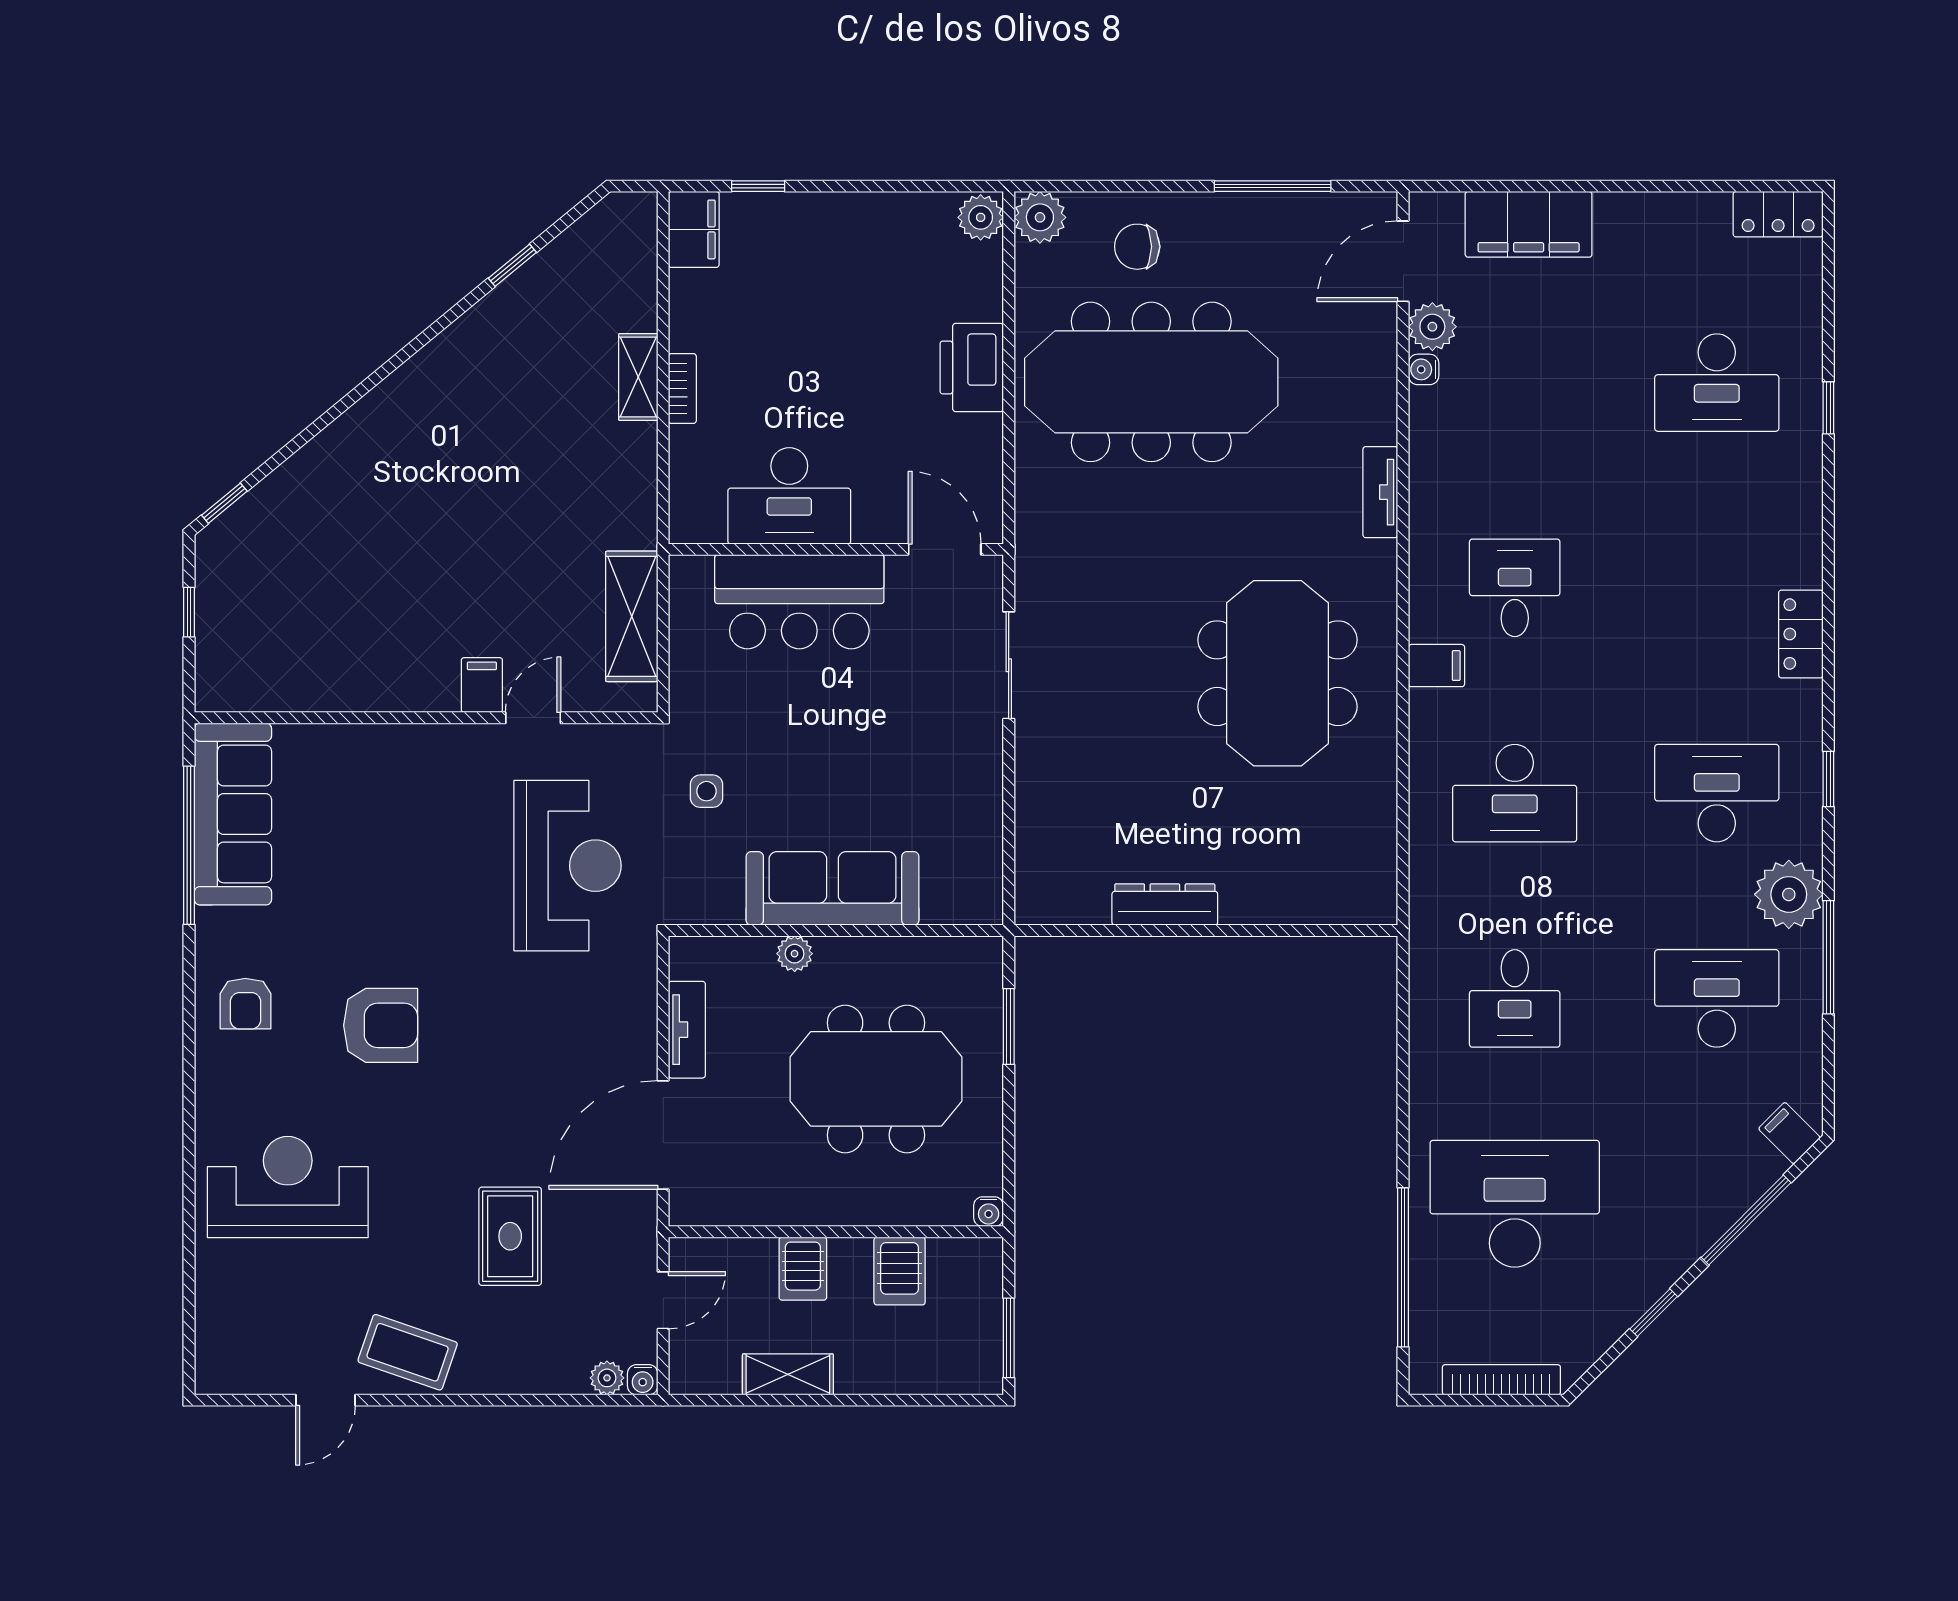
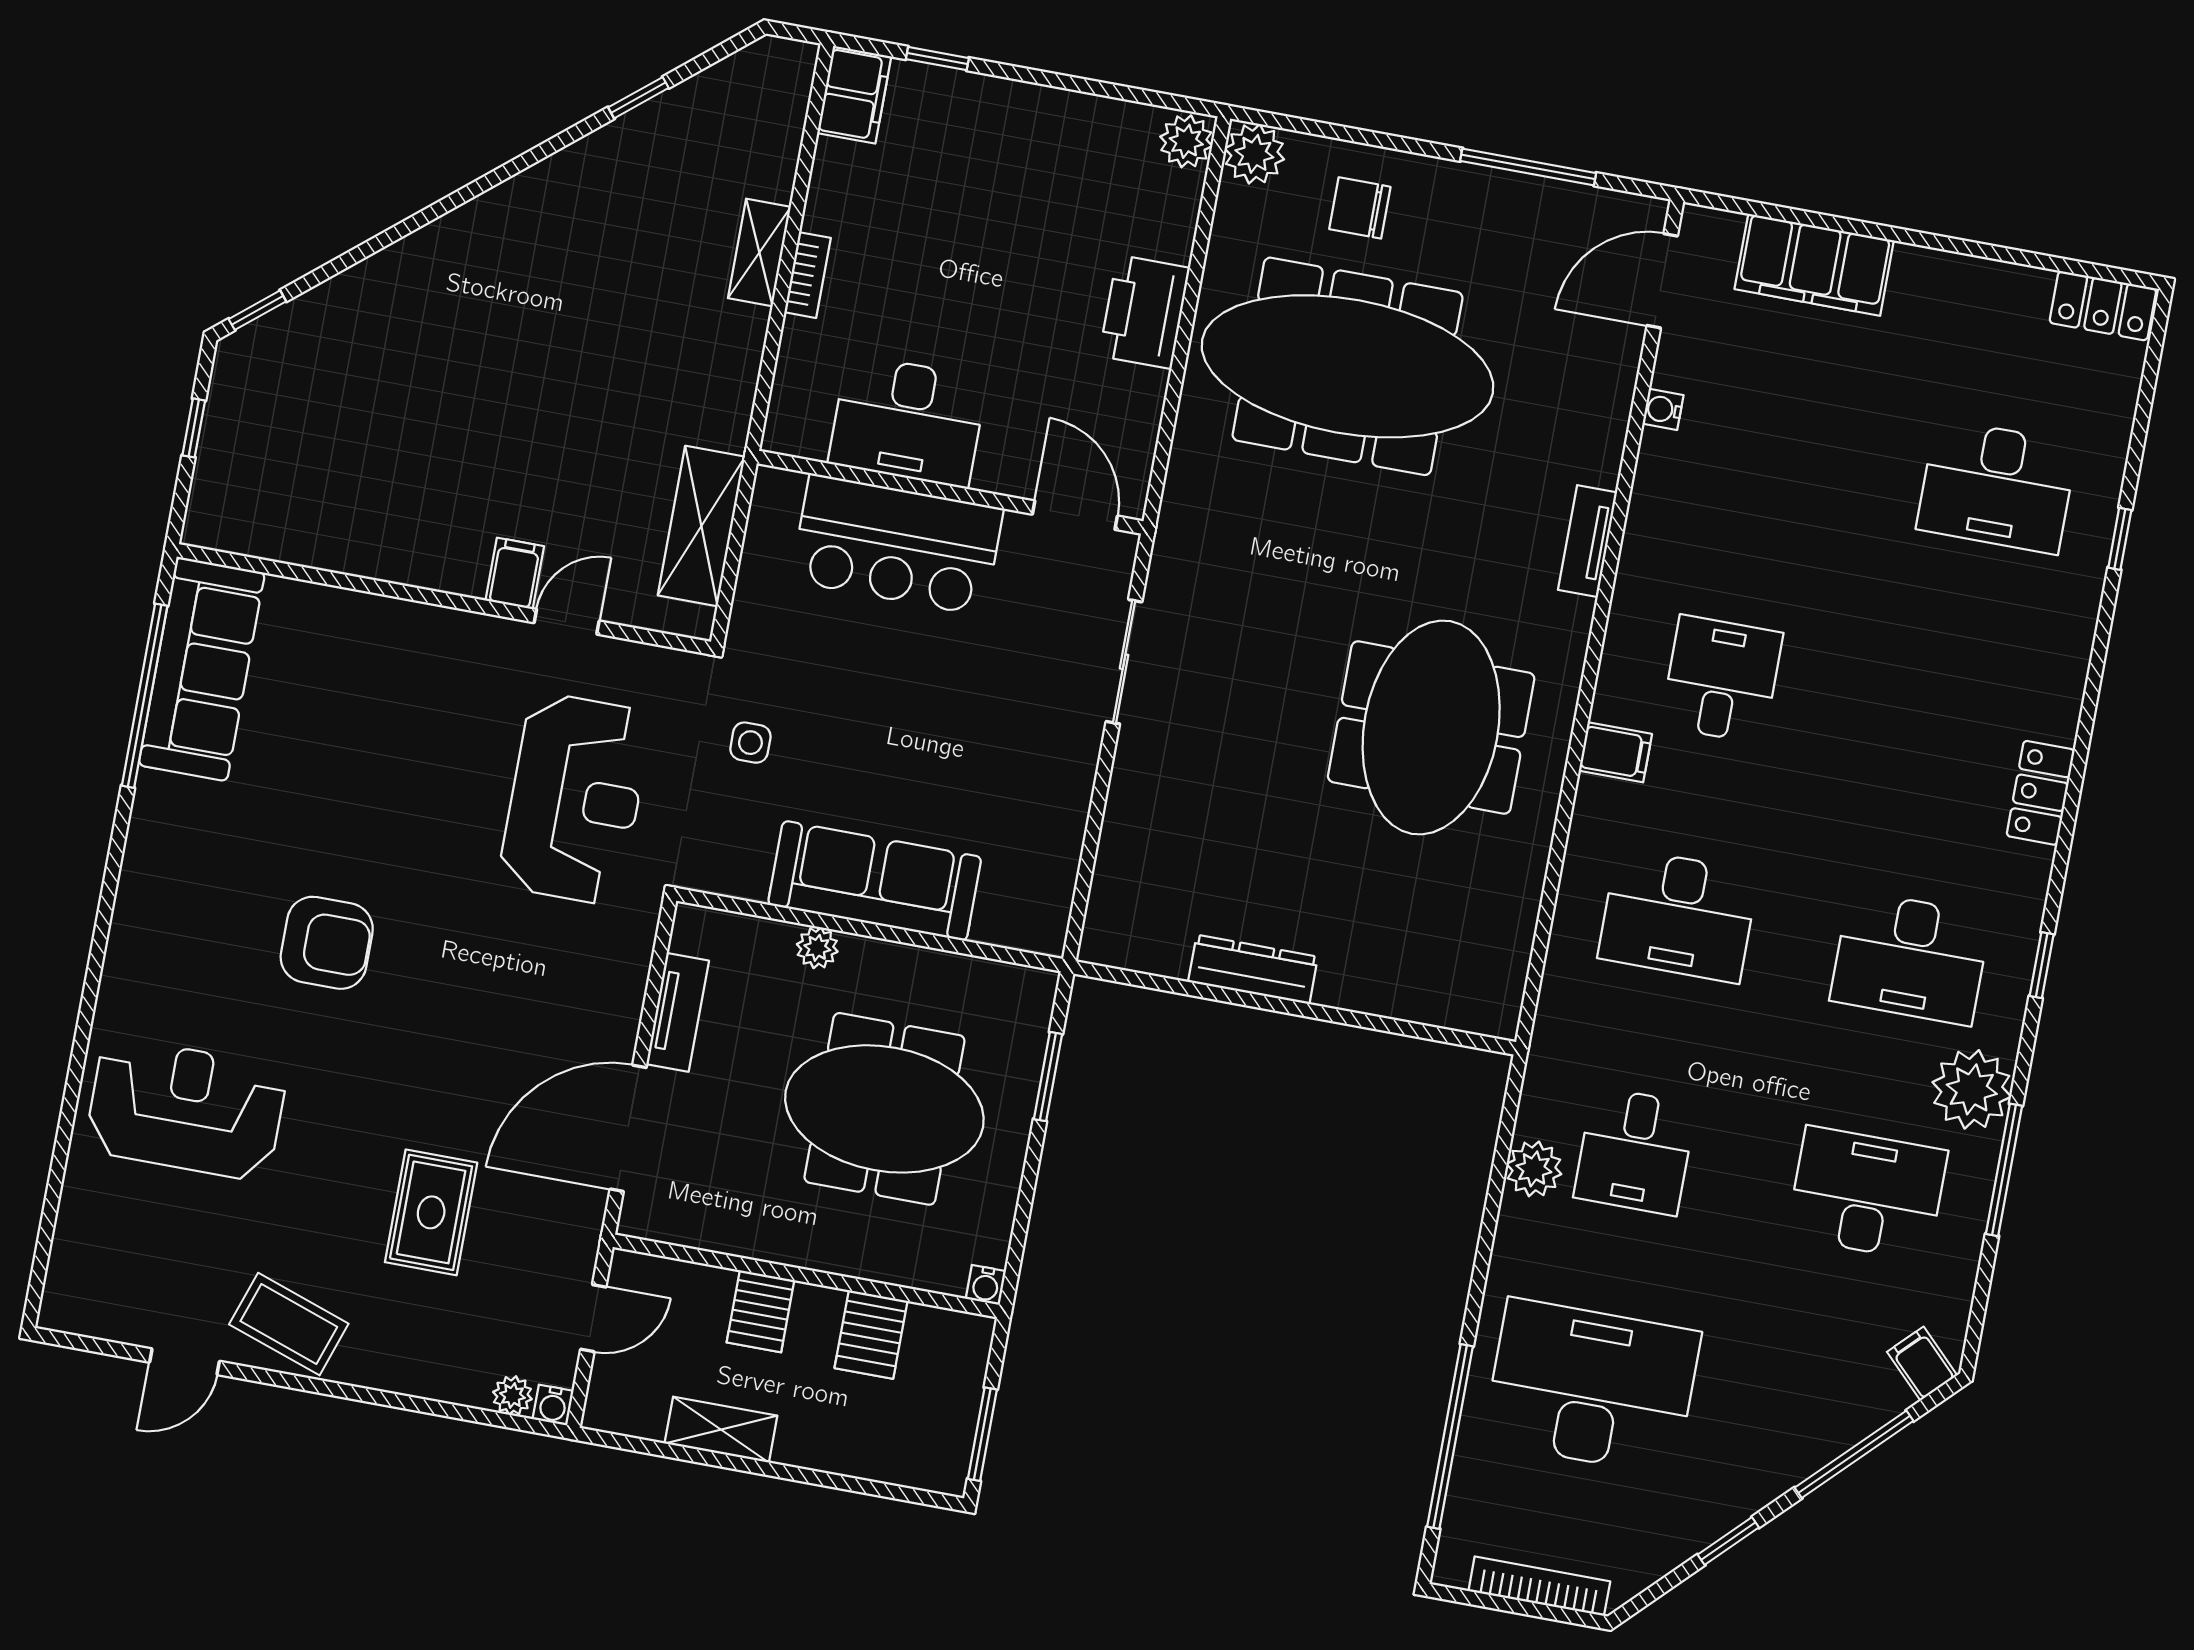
plant: (1432, 327) -> (1534, 1169), moved
desk: (1717, 793) -> (1910, 958), turned 180
armchair: (245, 1004) -> (176, 890), removed

